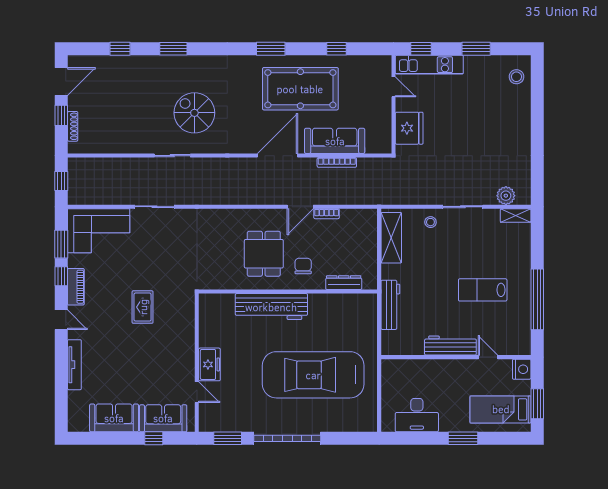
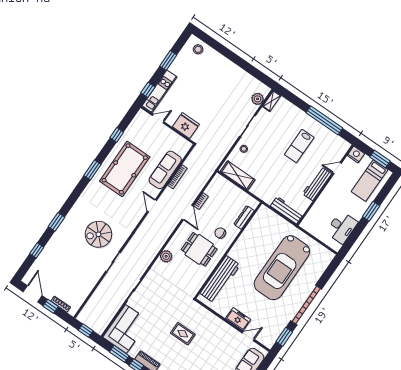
door: (278, 156) -> (152, 206), width x0.53
plant: (226, 218) -> (166, 256), added
workbench: (390, 305) -> (287, 210), moved
workbench: (271, 307) -> (220, 279), moved

